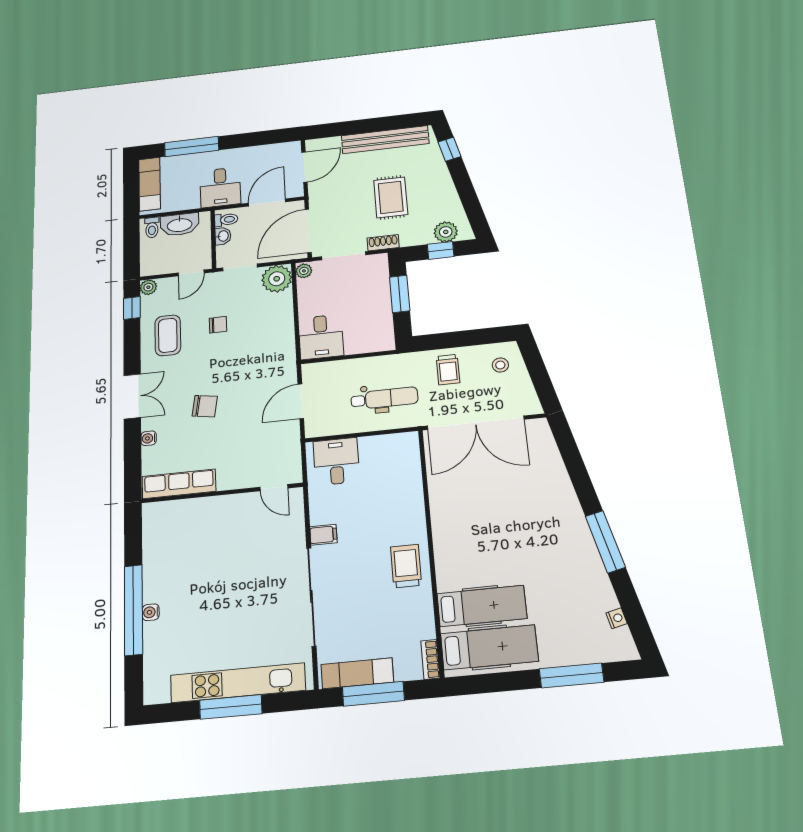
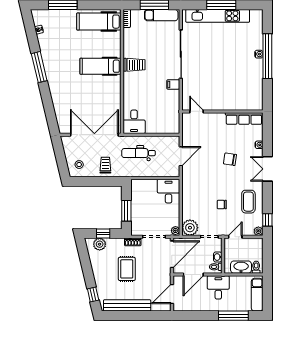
desk: (336, 462) -> (134, 122), moved
trolley: (406, 566) -> (135, 65), turned -90
hospital bed: (482, 606) -> (100, 66), moved

